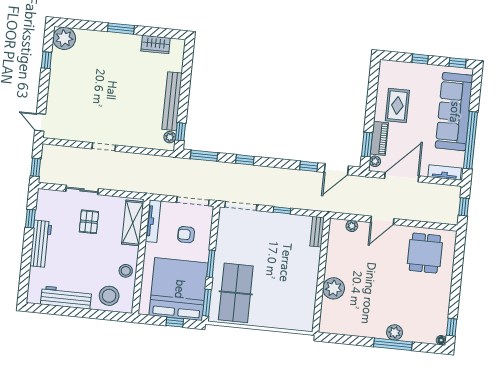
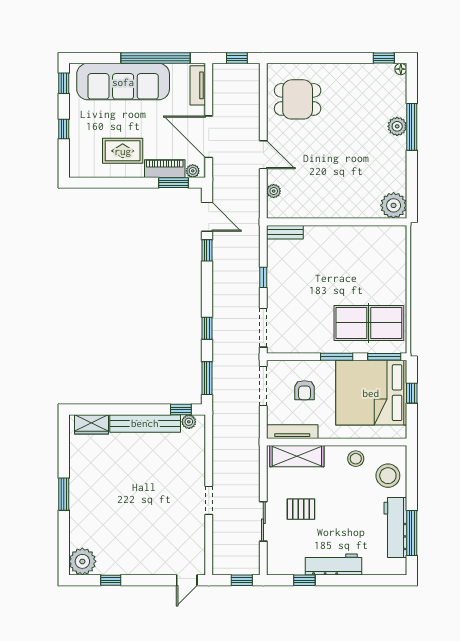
wardrobe: (156, 44) -> (92, 424), moved, turned 90
plant: (334, 288) -> (394, 205), moved
window: (60, 311) -> (412, 533), added

